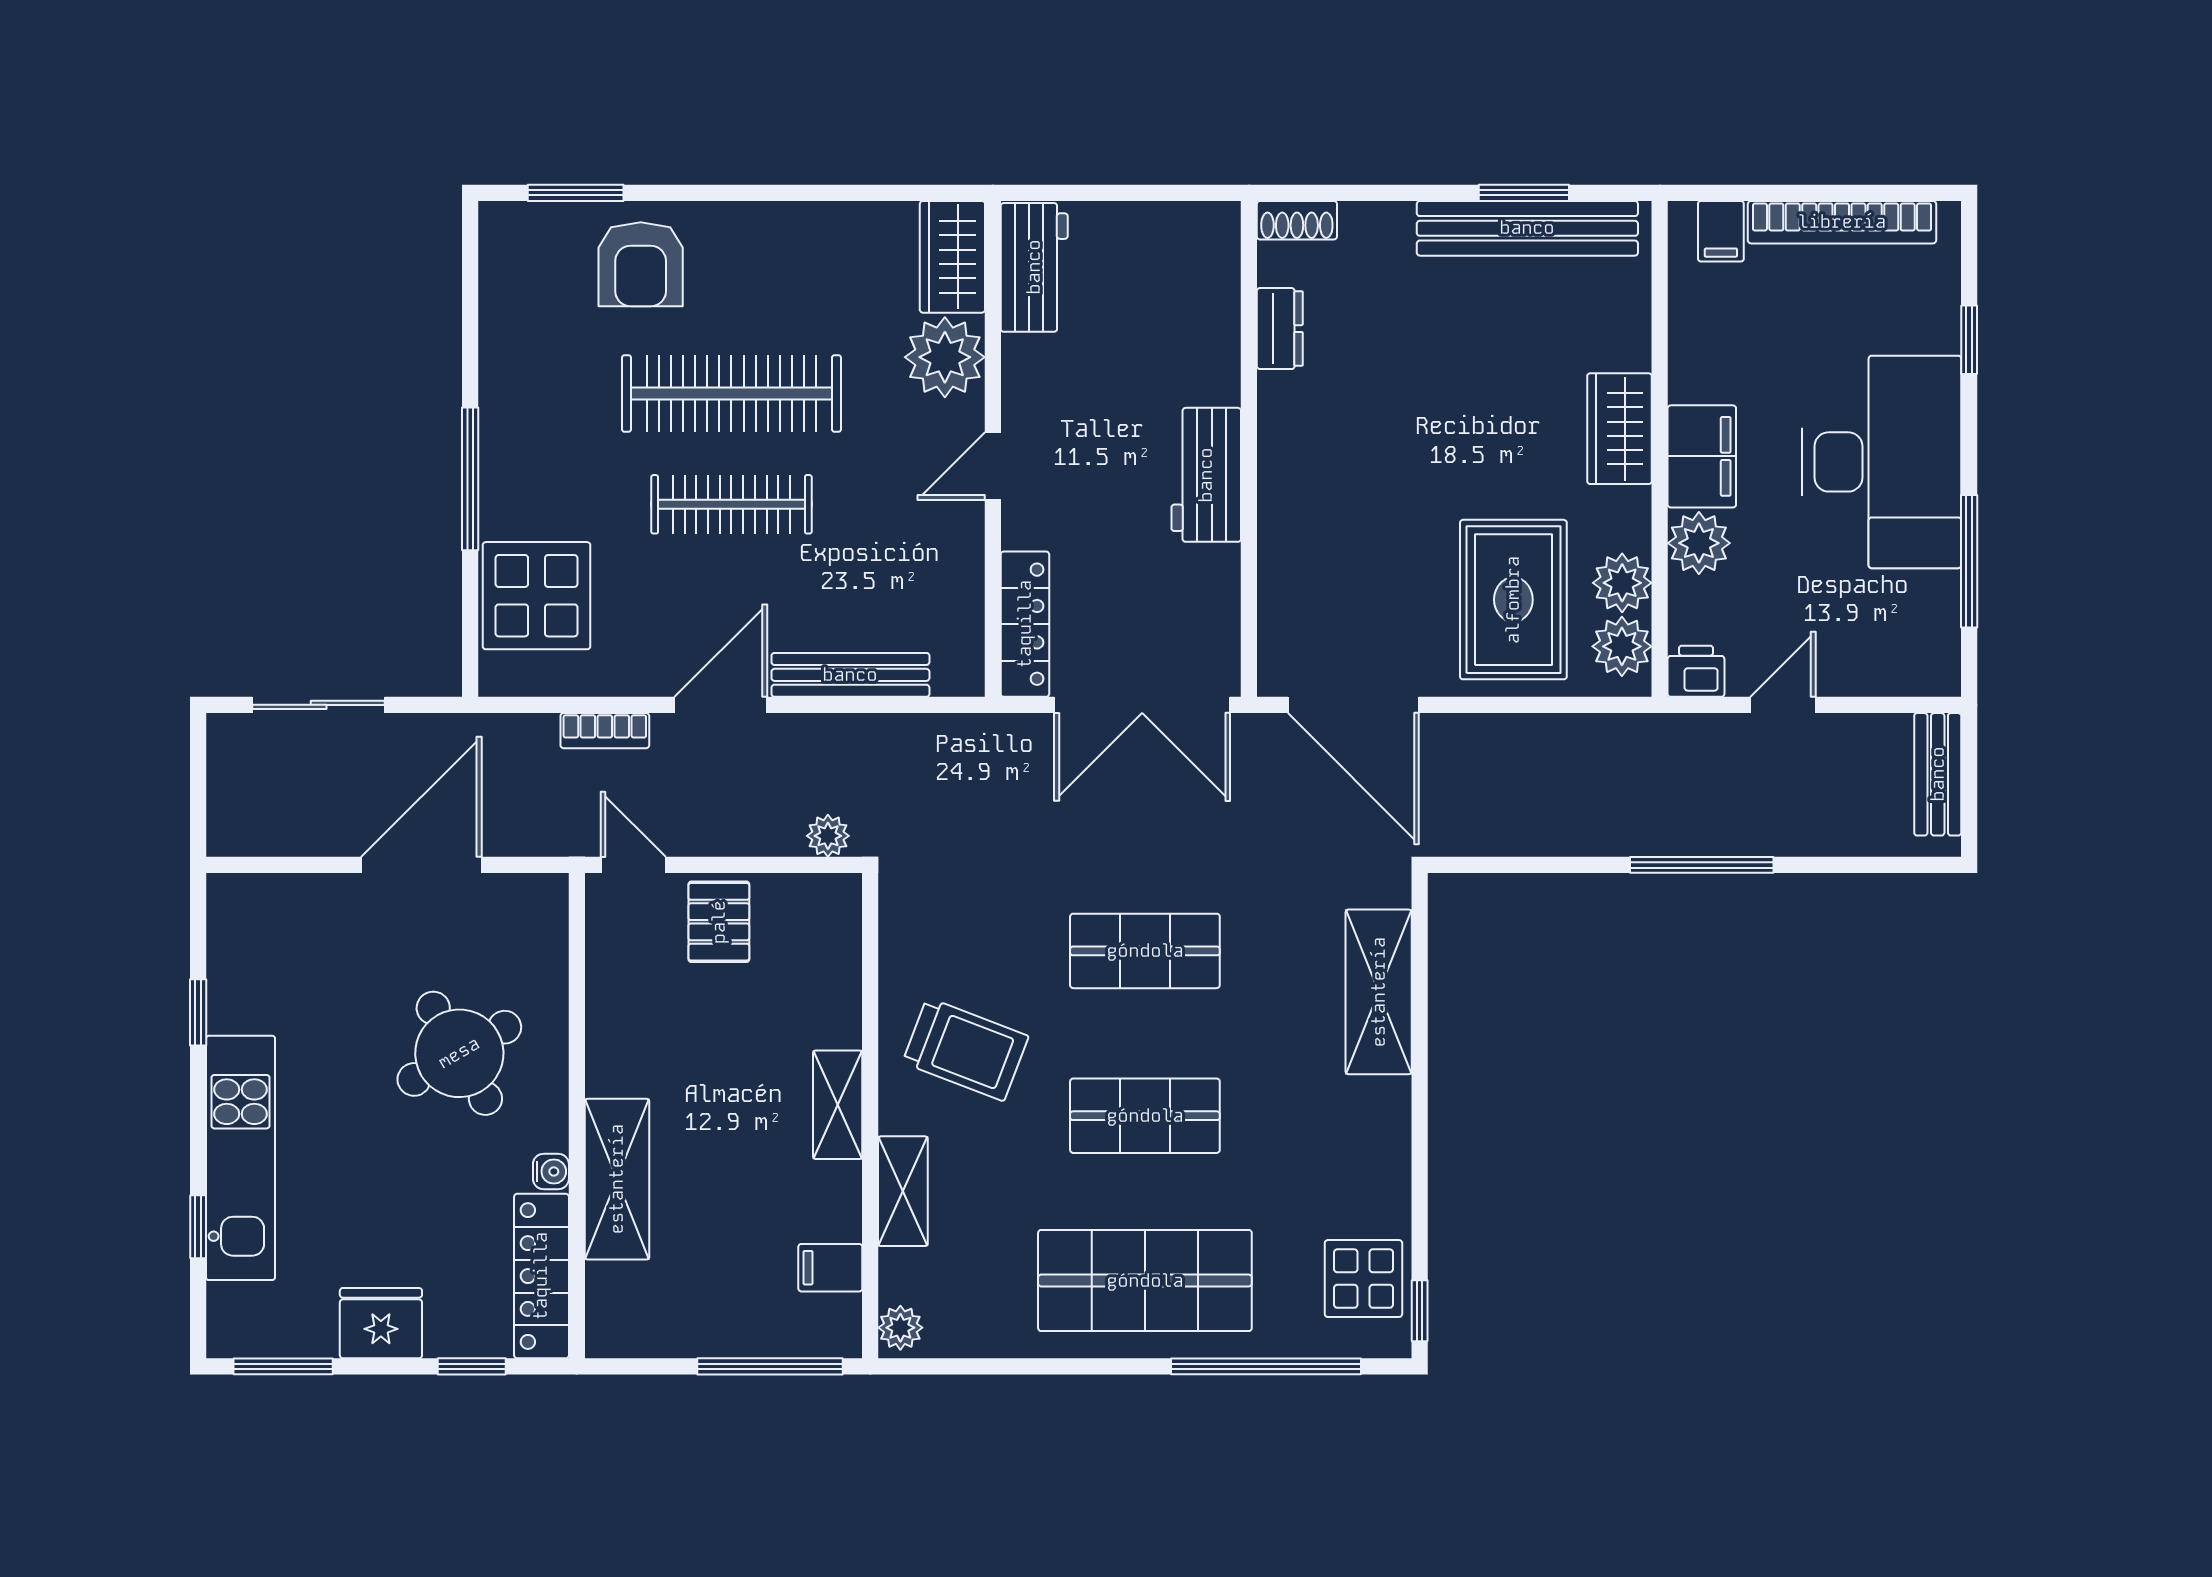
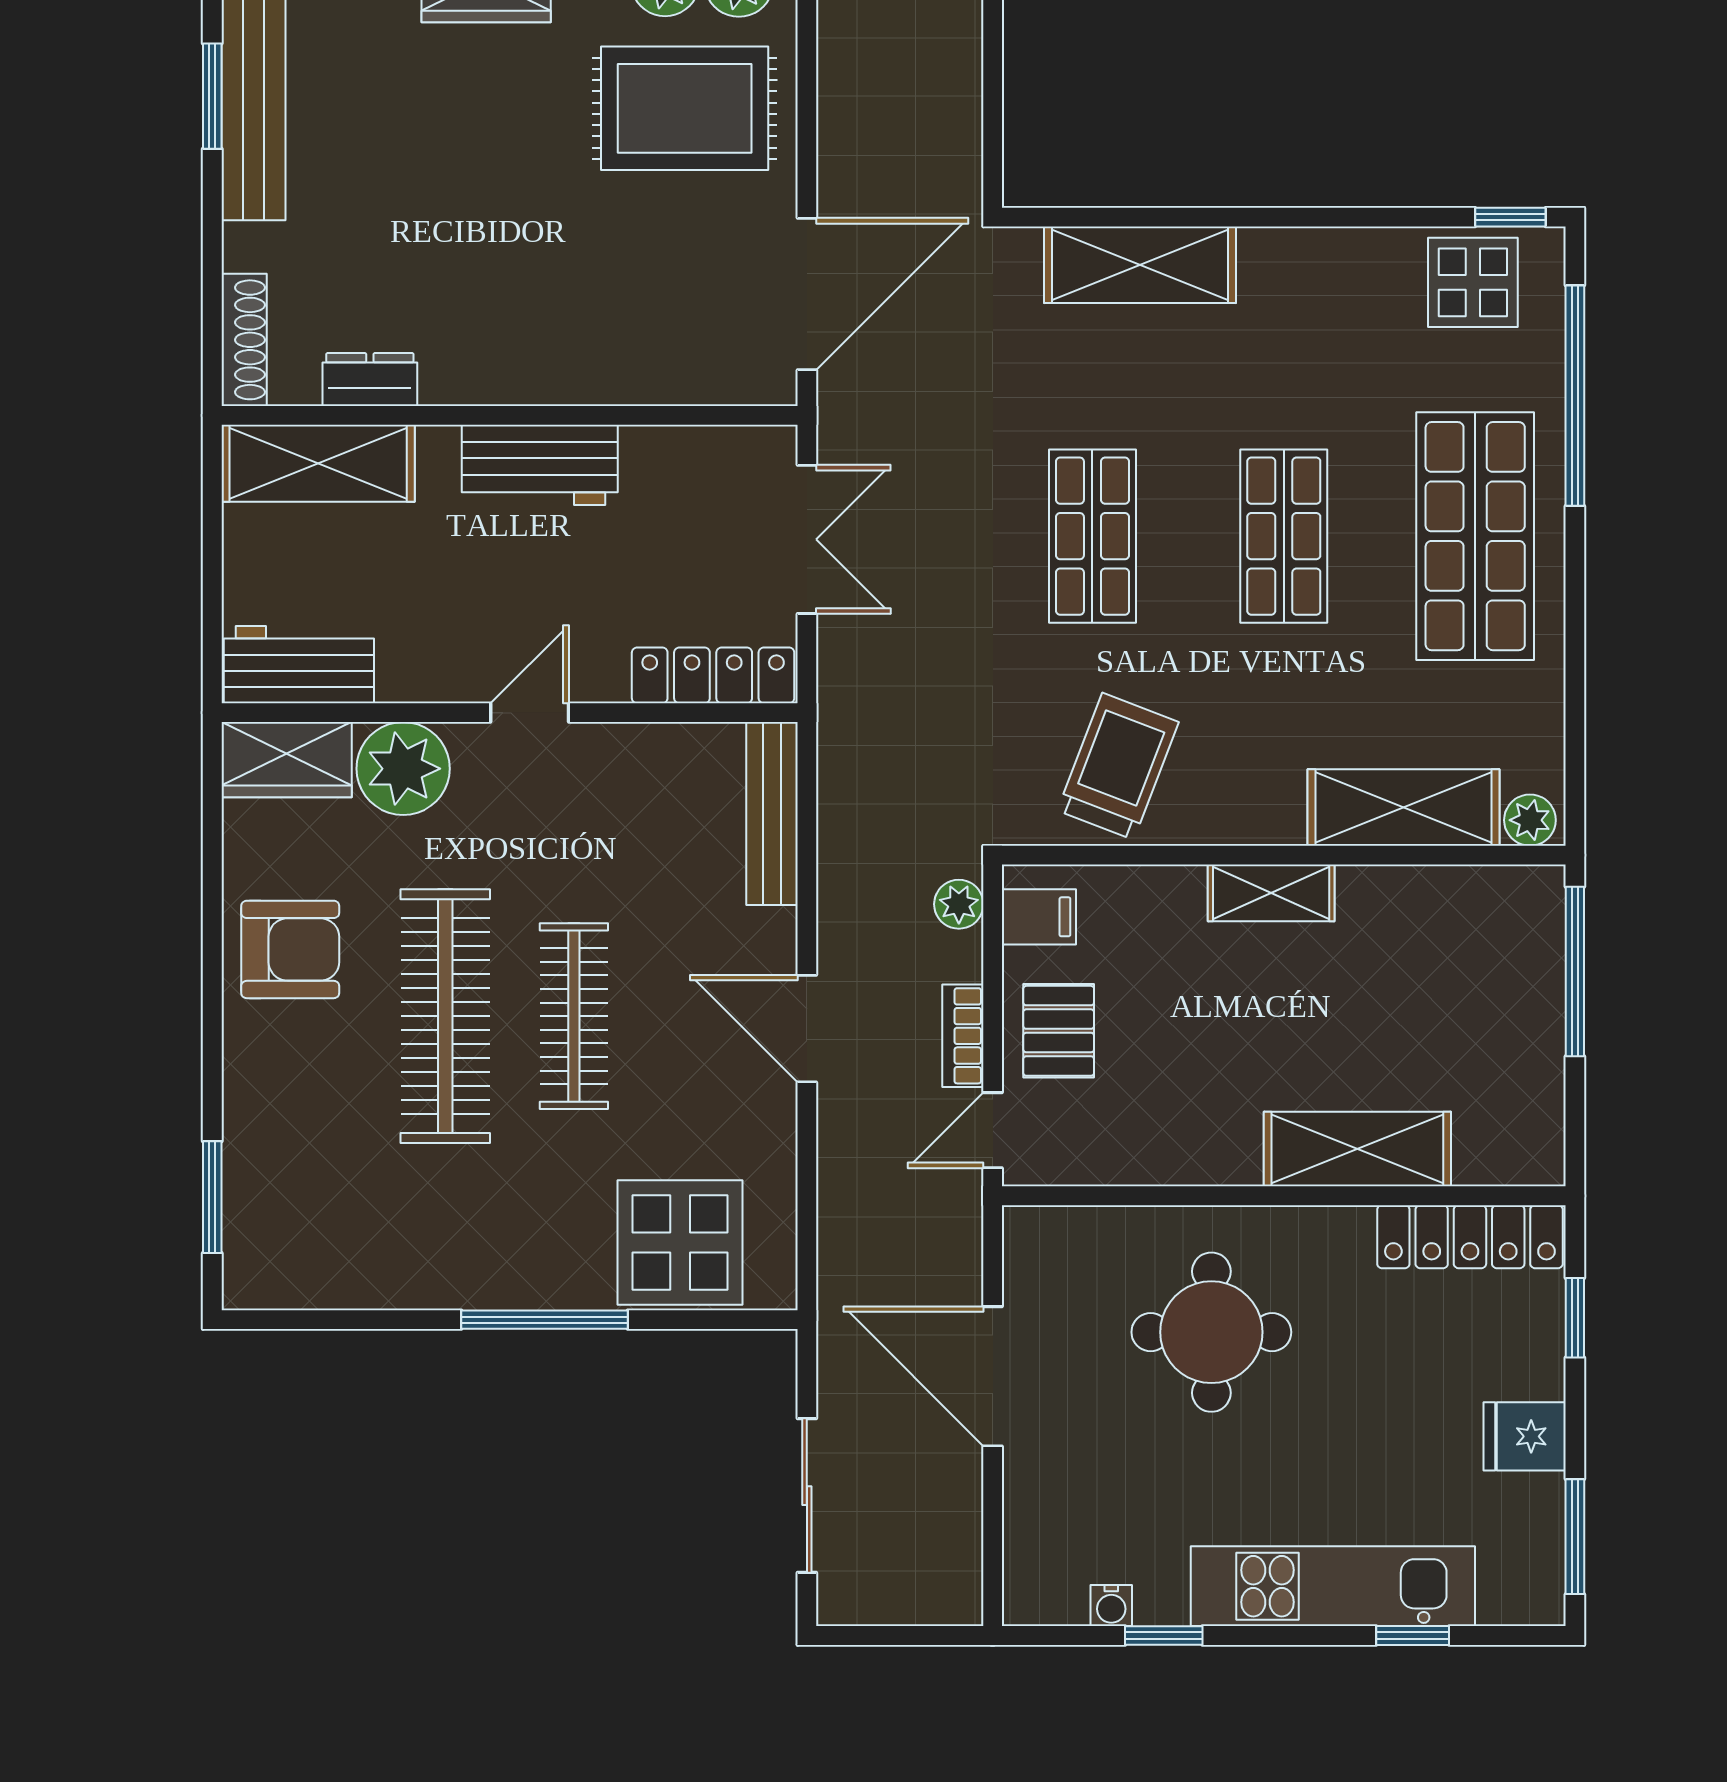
shoe rack: (1297, 220) -> (244, 340), width x1.43
armchair: (641, 264) -> (290, 949), moved
shelving: (1208, 284) -> (318, 463), added
door: (993, 466) -> (530, 713), swing flipped
bench: (850, 675) -> (772, 814), moved
double door: (1142, 705) -> (807, 539), width x0.73
bookcase: (605, 731) -> (963, 1036), moved, turned 180
pallet: (719, 922) -> (1059, 1031), turned 90
trolley: (966, 1049) -> (1118, 766), moved
round table: (459, 1053) -> (1211, 1332), turned 30
water cooler: (551, 1171) -> (1111, 1606), moved, turned 180
shelving: (903, 1191) -> (1403, 807), width x1.50, depth x1.33
filing cabinet: (830, 1268) -> (1039, 917), moved, turned -90
fridge: (381, 1323) -> (1525, 1436), width x0.72

